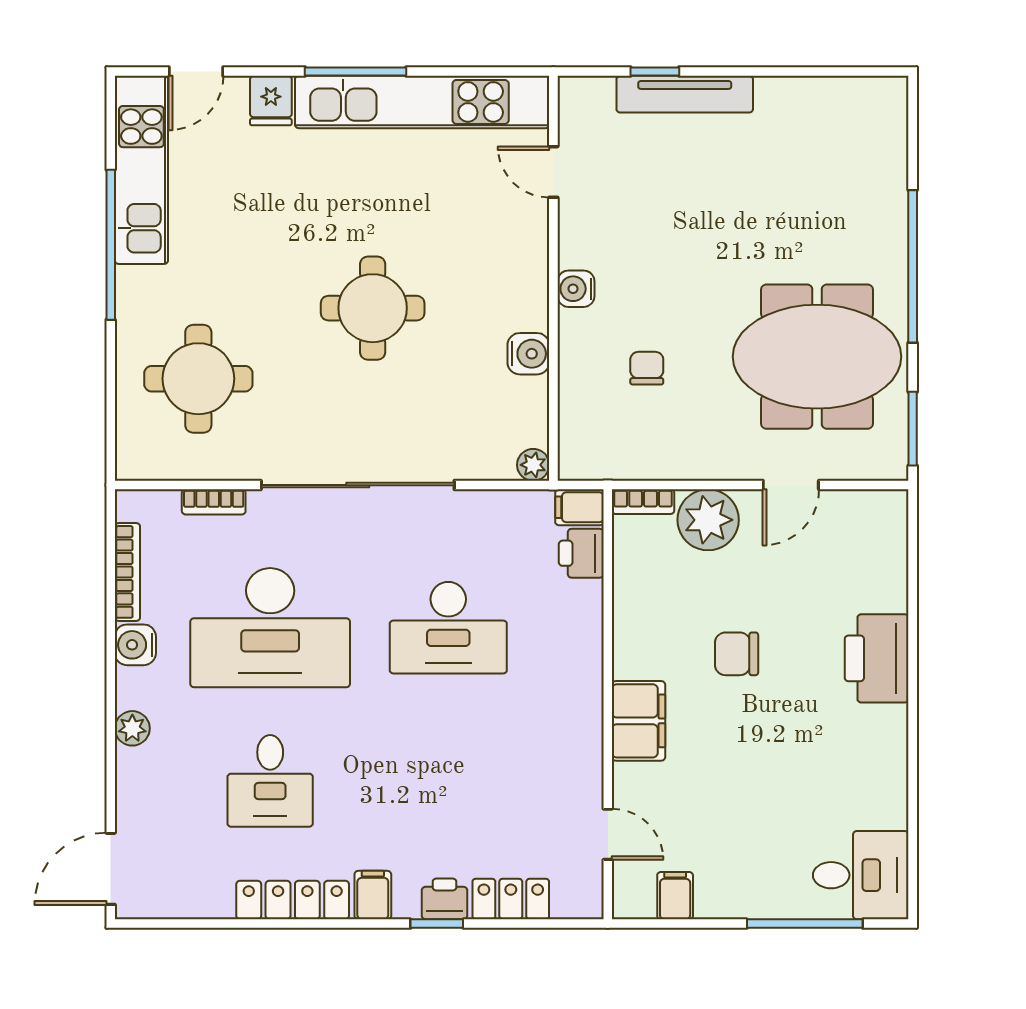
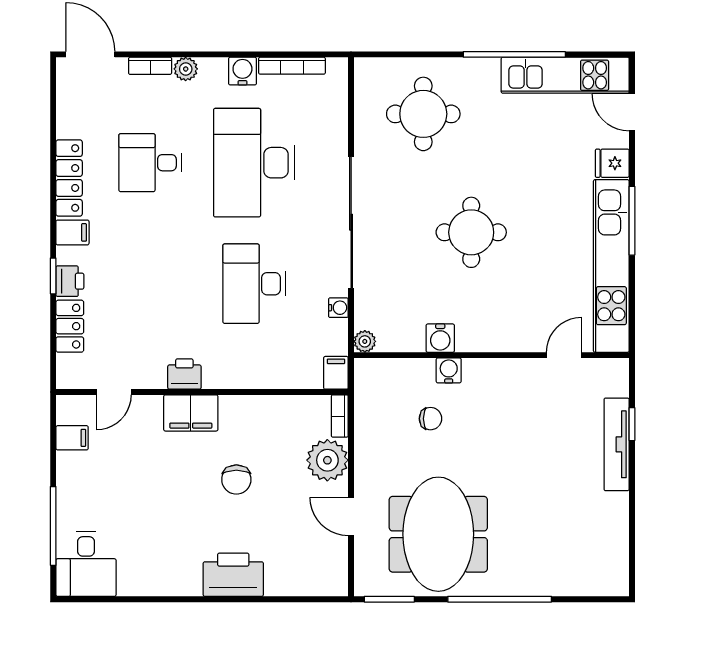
water cooler: (576, 289) -> (449, 370), moved
bookcase: (214, 502) -> (150, 66), moved, turned -90
water cooler: (484, 504) -> (338, 308), added
printer: (581, 553) -> (184, 374), moved
chair: (737, 654) -> (236, 480), turned 180

